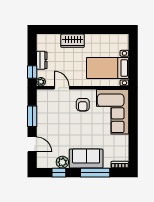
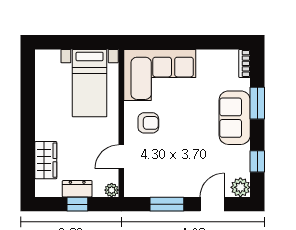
wardrobe: (73, 41) -> (46, 160), moved
window: (32, 72) -> (77, 204), moved
plant: (62, 162) -> (240, 187), moved
window: (95, 173) -> (257, 103), width x0.69

